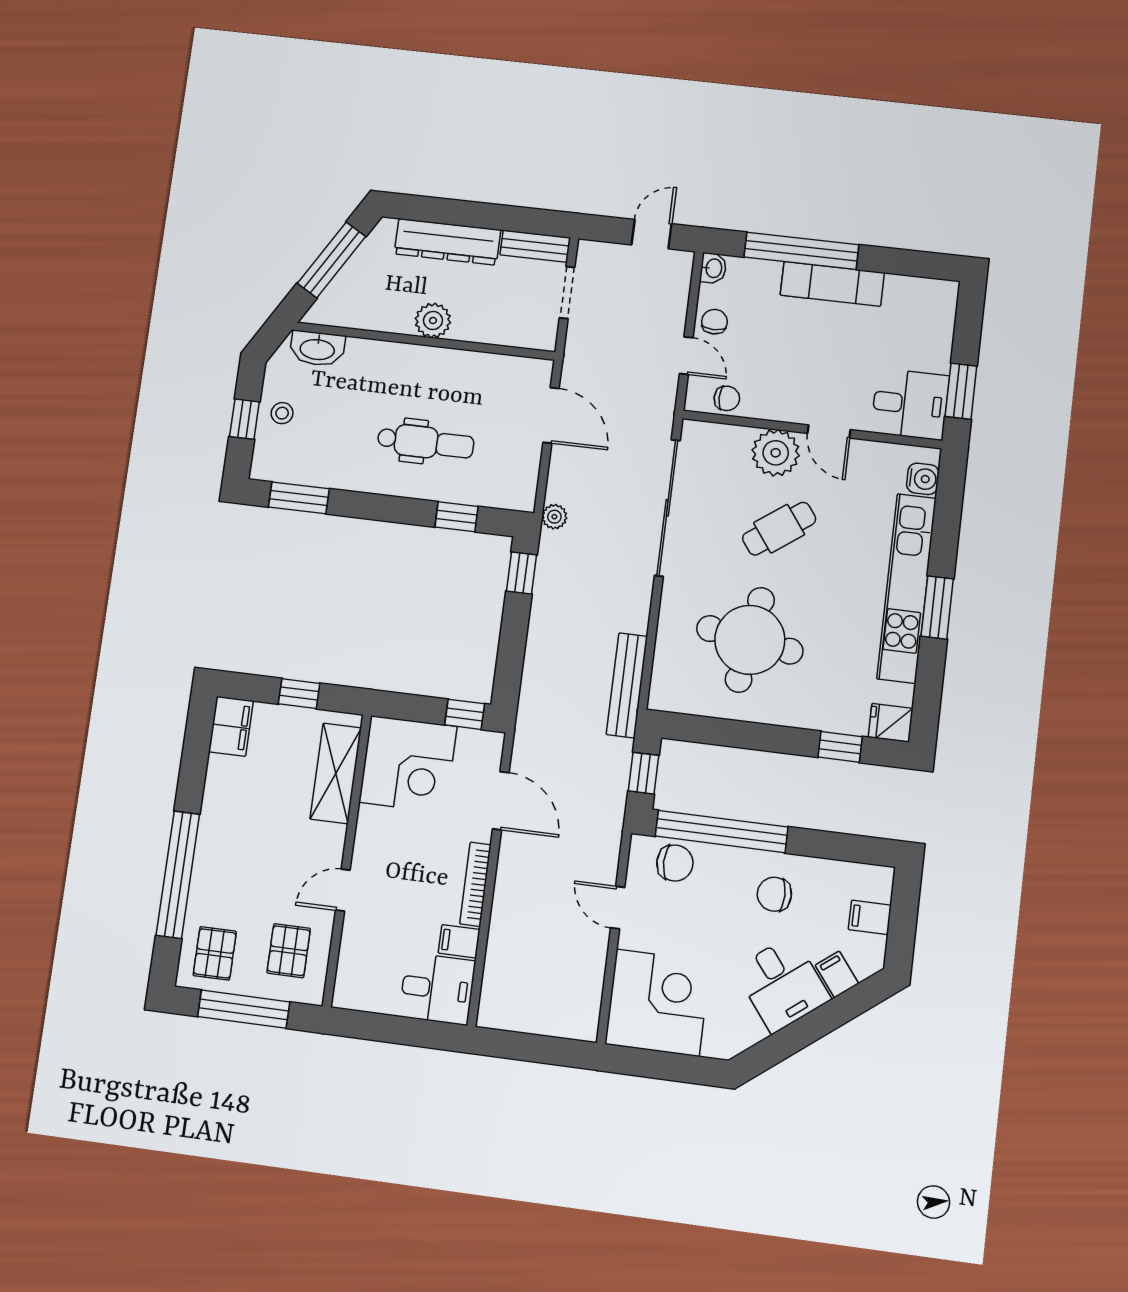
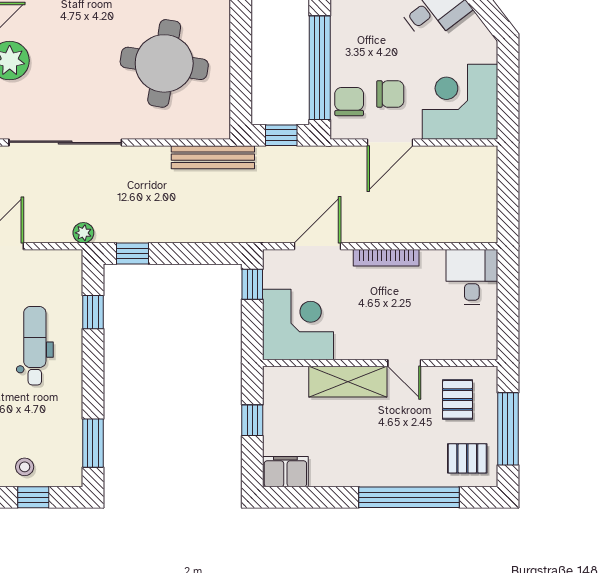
cafe table: (779, 529) -> (71, 50), removed
shelving: (336, 773) -> (348, 382), moved
chair: (774, 894) -> (390, 94), moved, turned -90
door: (618, 908) -> (390, 142), width x1.38
filing cabinet: (459, 941) -> (433, 265), removed
pallet: (289, 951) -> (458, 399), turned 90

